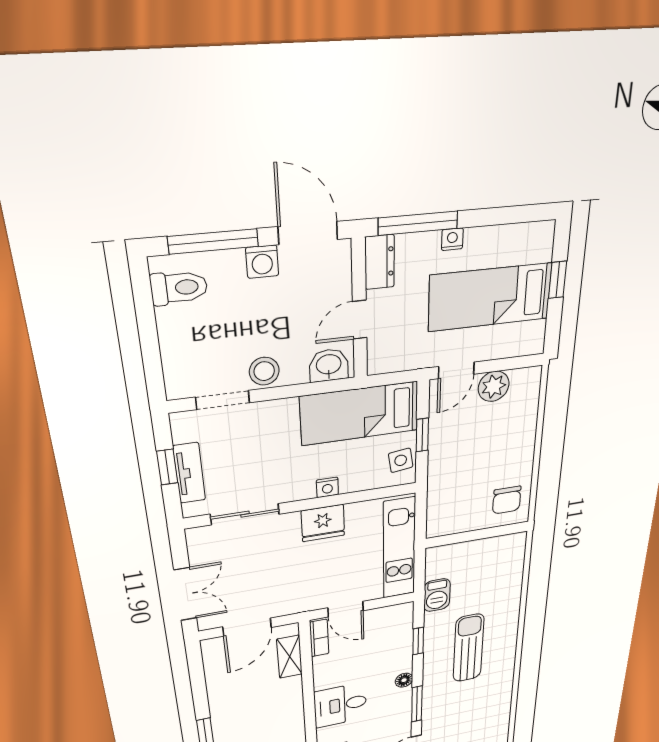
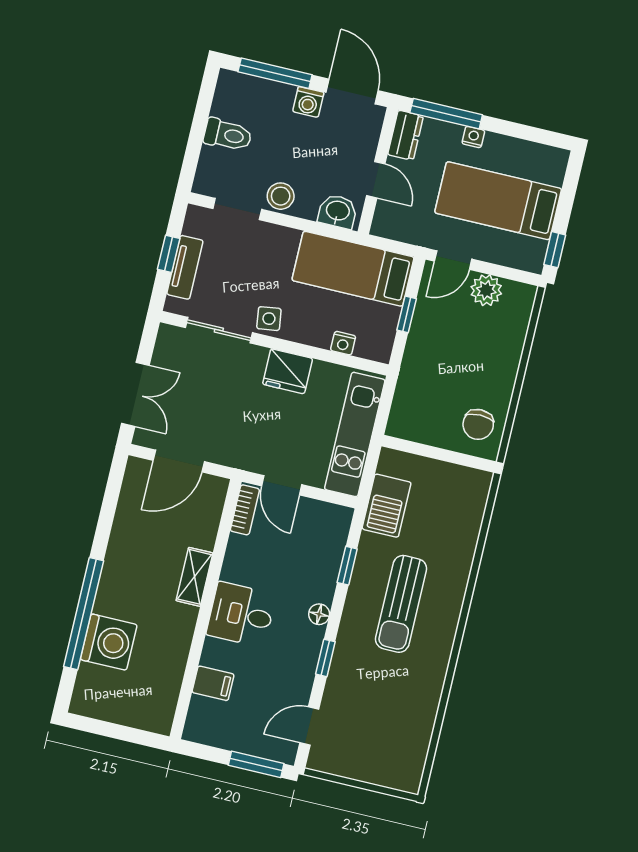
window: (558, 280) -> (555, 250), moved
toilet: (179, 288) -> (228, 135), moved
door: (360, 320) -> (376, 180), swing flipped
side table: (401, 460) -> (269, 319), moved
nightstand: (327, 487) -> (343, 343), moved
barbecue: (437, 595) -> (387, 506), width x1.38, depth x1.27
sun lounger: (468, 648) -> (401, 604), turned 180
shelving: (290, 657) -> (194, 577), moved
window: (417, 704) -> (325, 658), width x0.67

